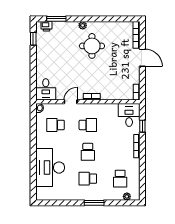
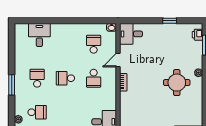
window: (33, 39) -> (170, 21), moved
door: (71, 102) -> (118, 60), swing flipped
desk: (50, 168) -> (39, 35), width x0.53, depth x0.77
school desk: (120, 179) -> (37, 112), turned 180

